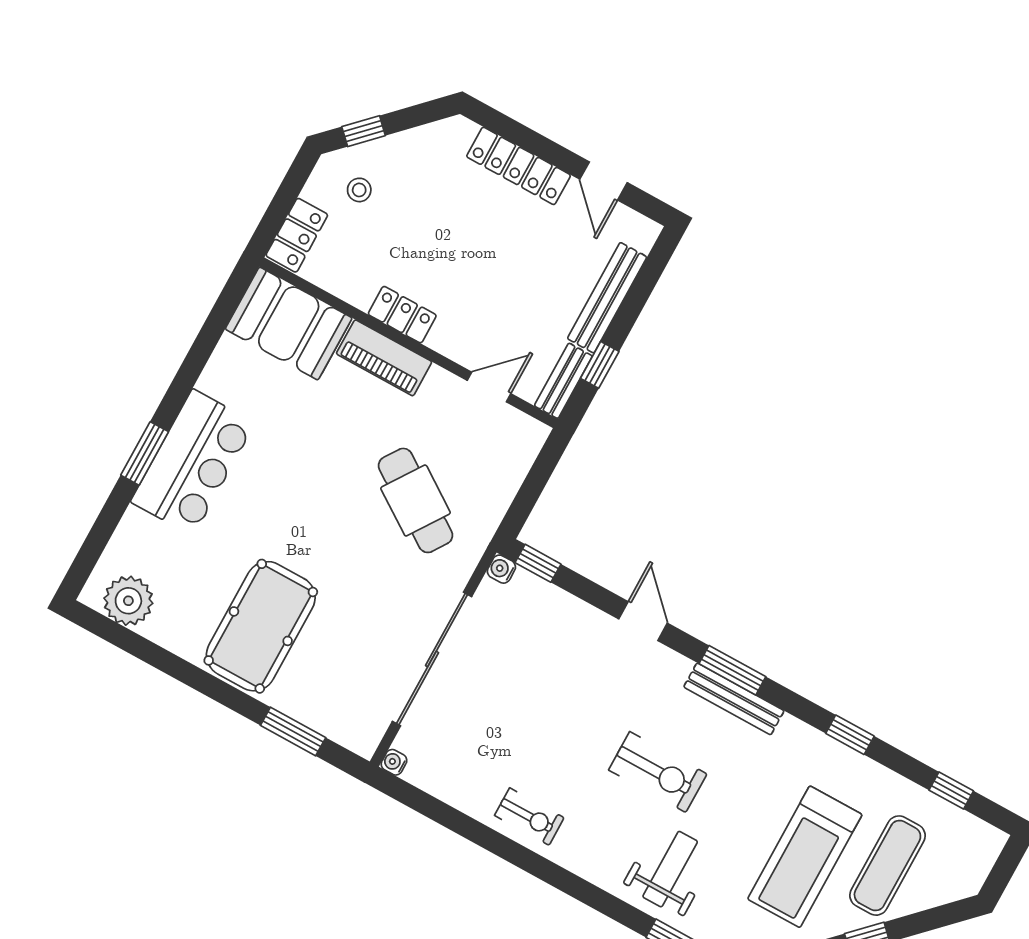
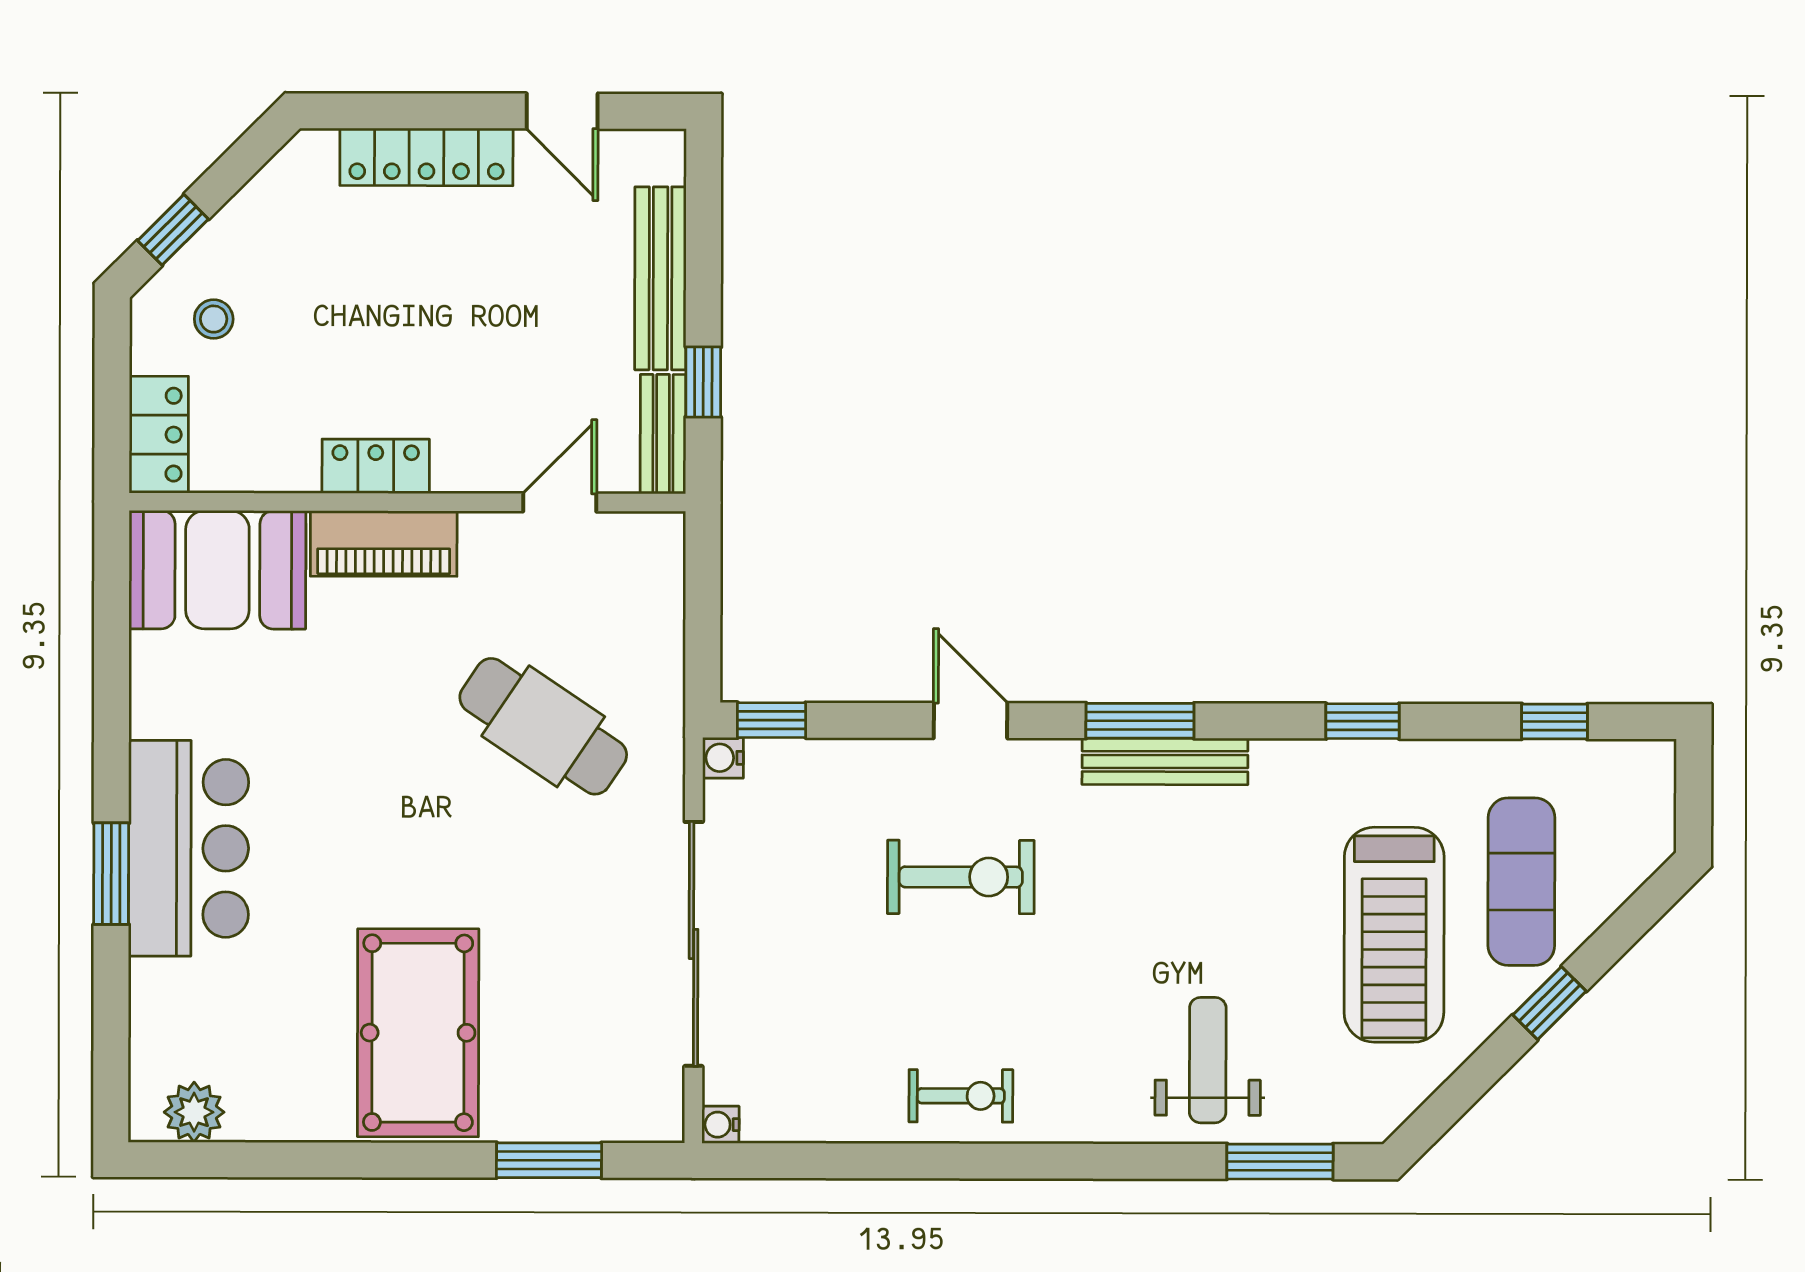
plant: (128, 601) -> (194, 1112), width x0.73, depth x0.73
exercise bike: (658, 772) -> (961, 877), moved

